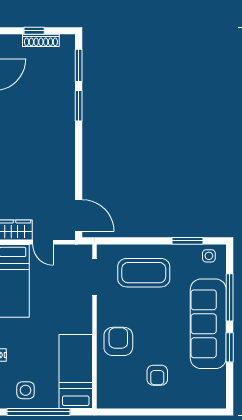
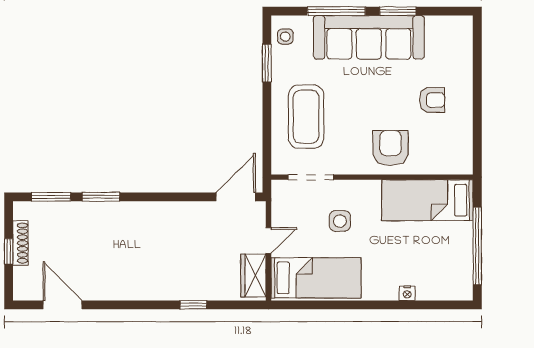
armchair: (118, 341) -> (391, 148), turned 90
side table: (26, 390) -> (340, 221), moved

